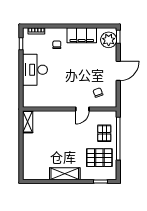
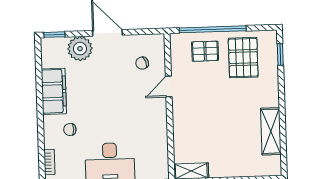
plant: (109, 40) -> (80, 49), moved
door: (82, 109) -> (169, 87), swing flipped
shelving: (65, 174) -> (271, 131), moved

